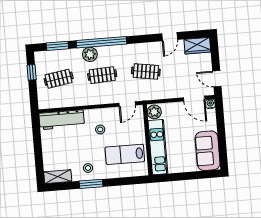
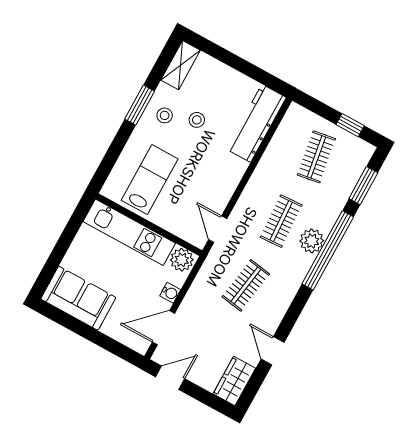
plant: (90, 54) -> (312, 241), moved
water cooler: (210, 104) -> (170, 293), moved
stool: (100, 129) -> (197, 120), moved

